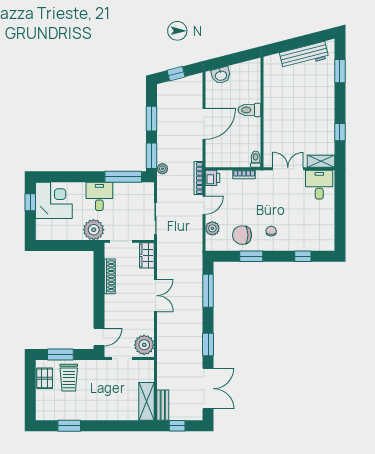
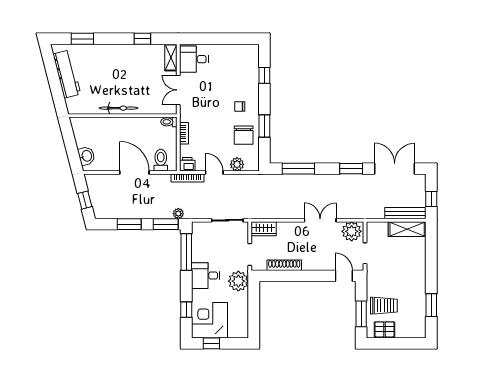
bicycle: (270, 108) -> (119, 108), added
toilet: (249, 110) -> (161, 160), moved, turned 180
window: (65, 177) -> (186, 310), added
double door: (156, 295) -> (320, 220), moved
bench: (163, 405) -> (405, 213), width x1.36

